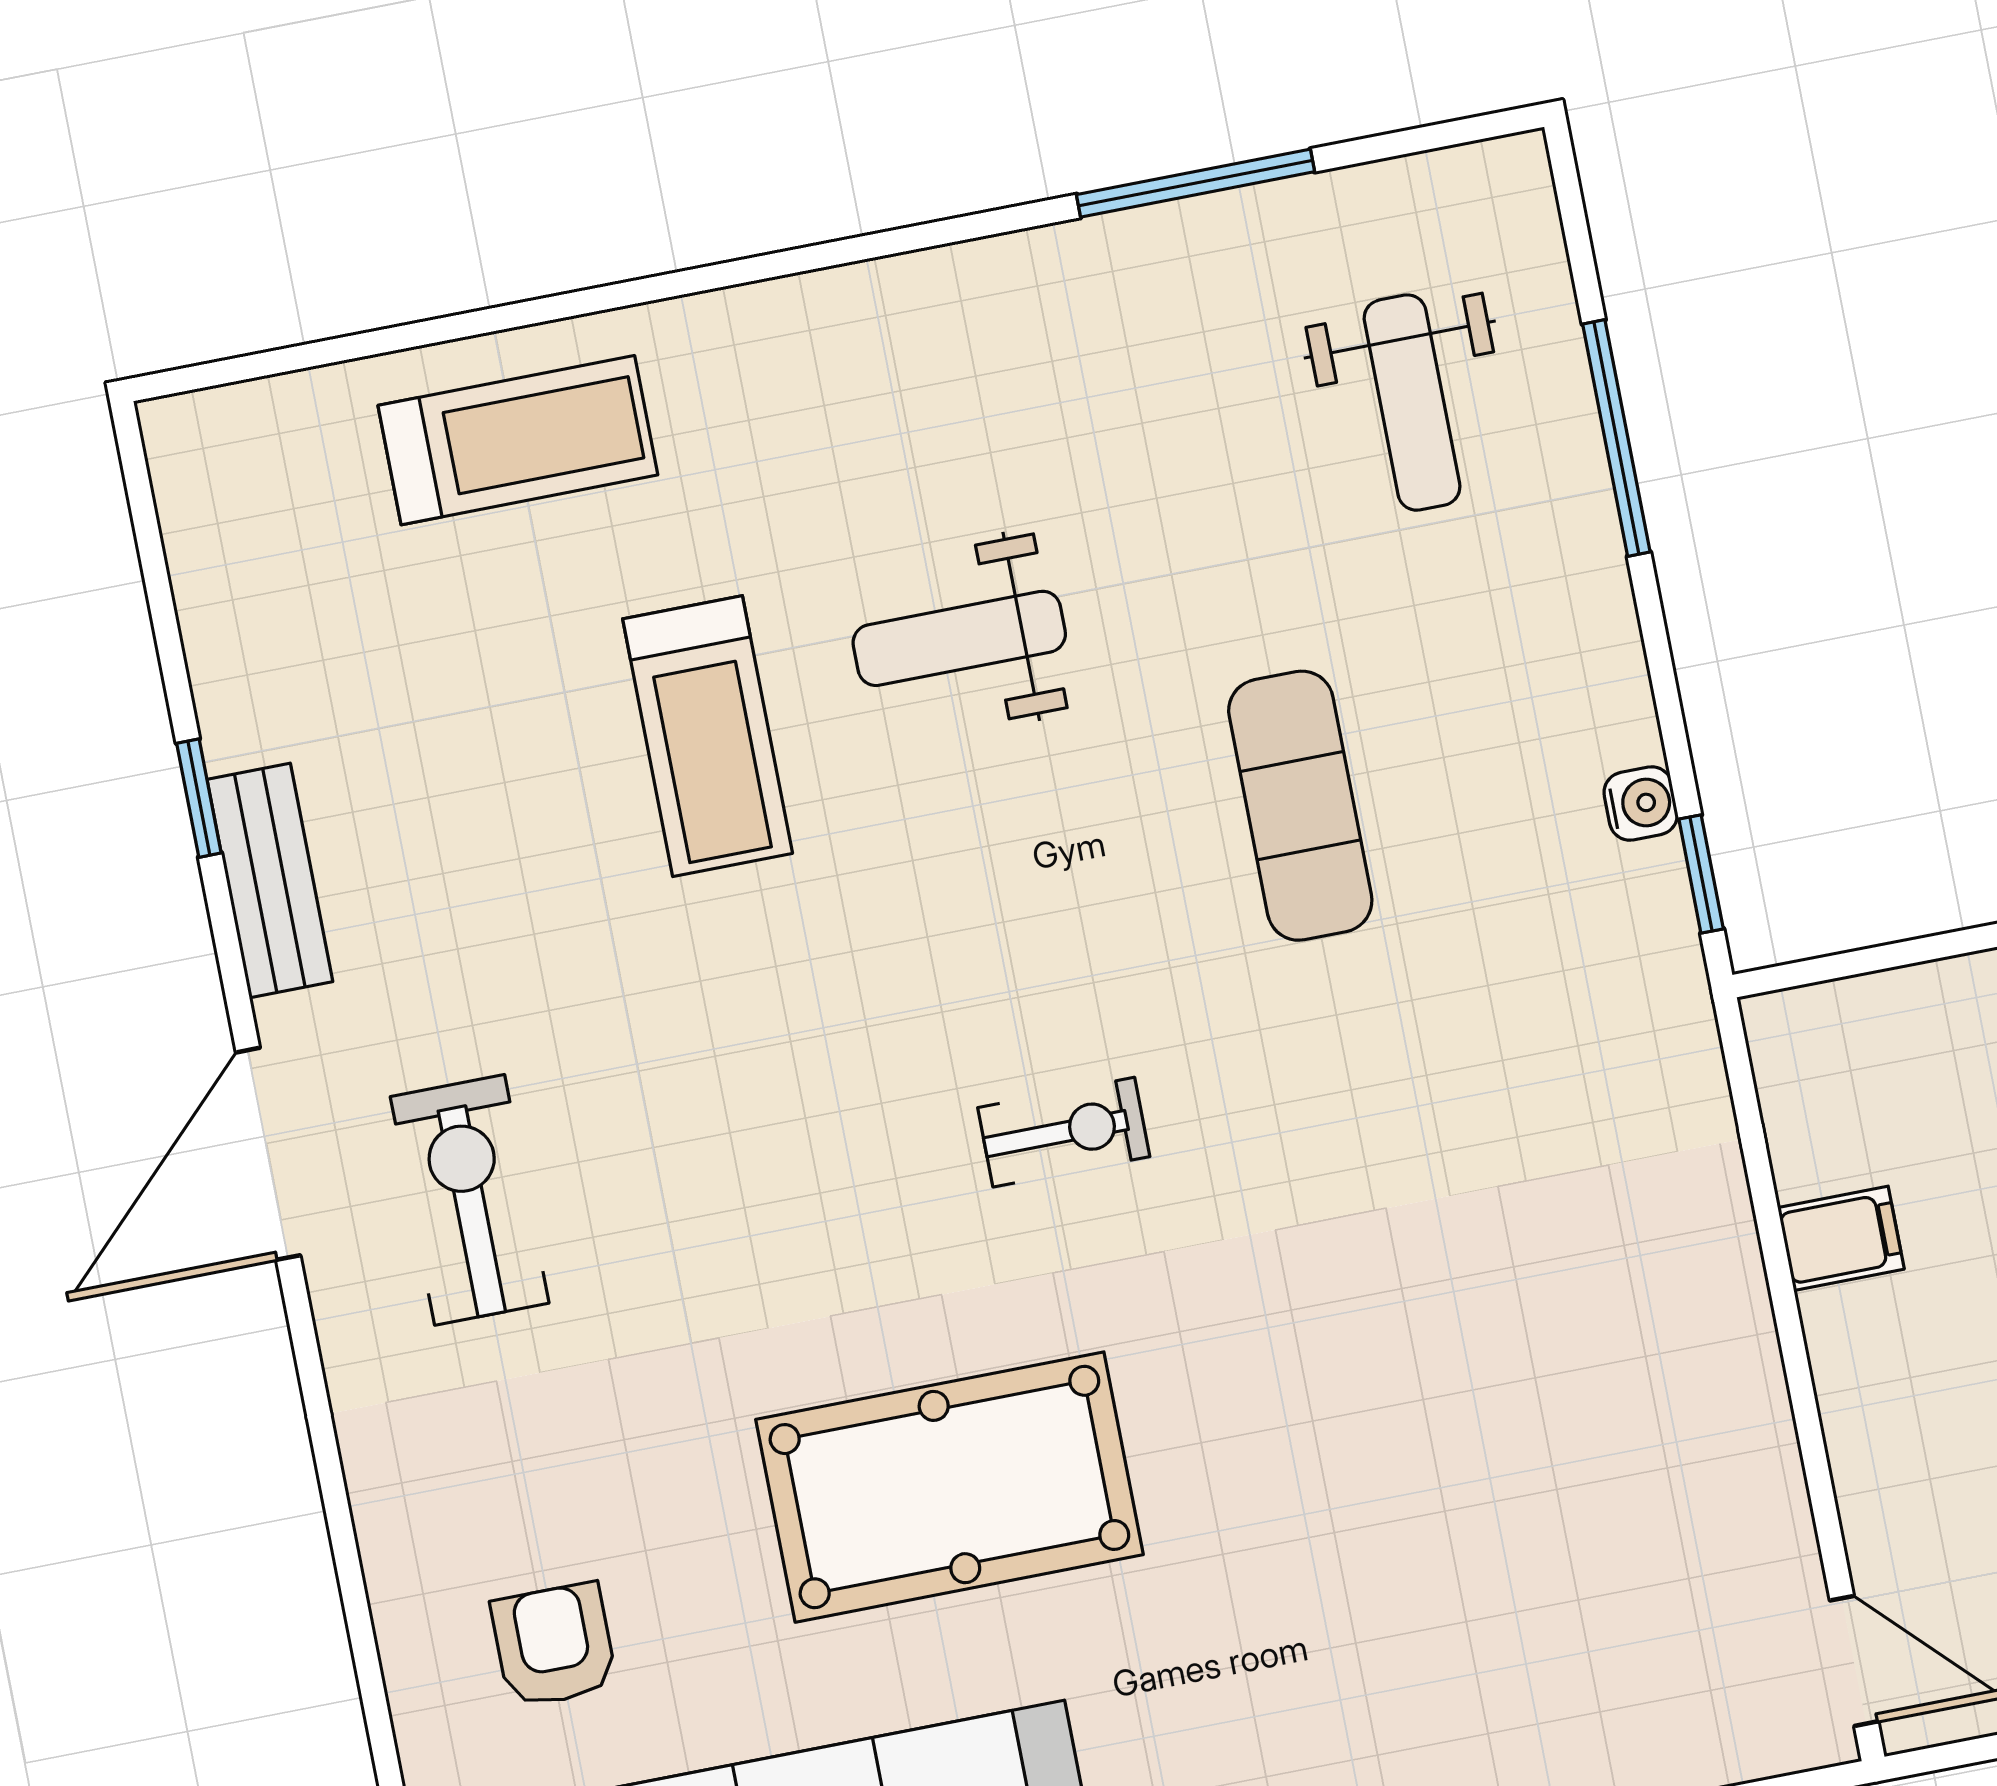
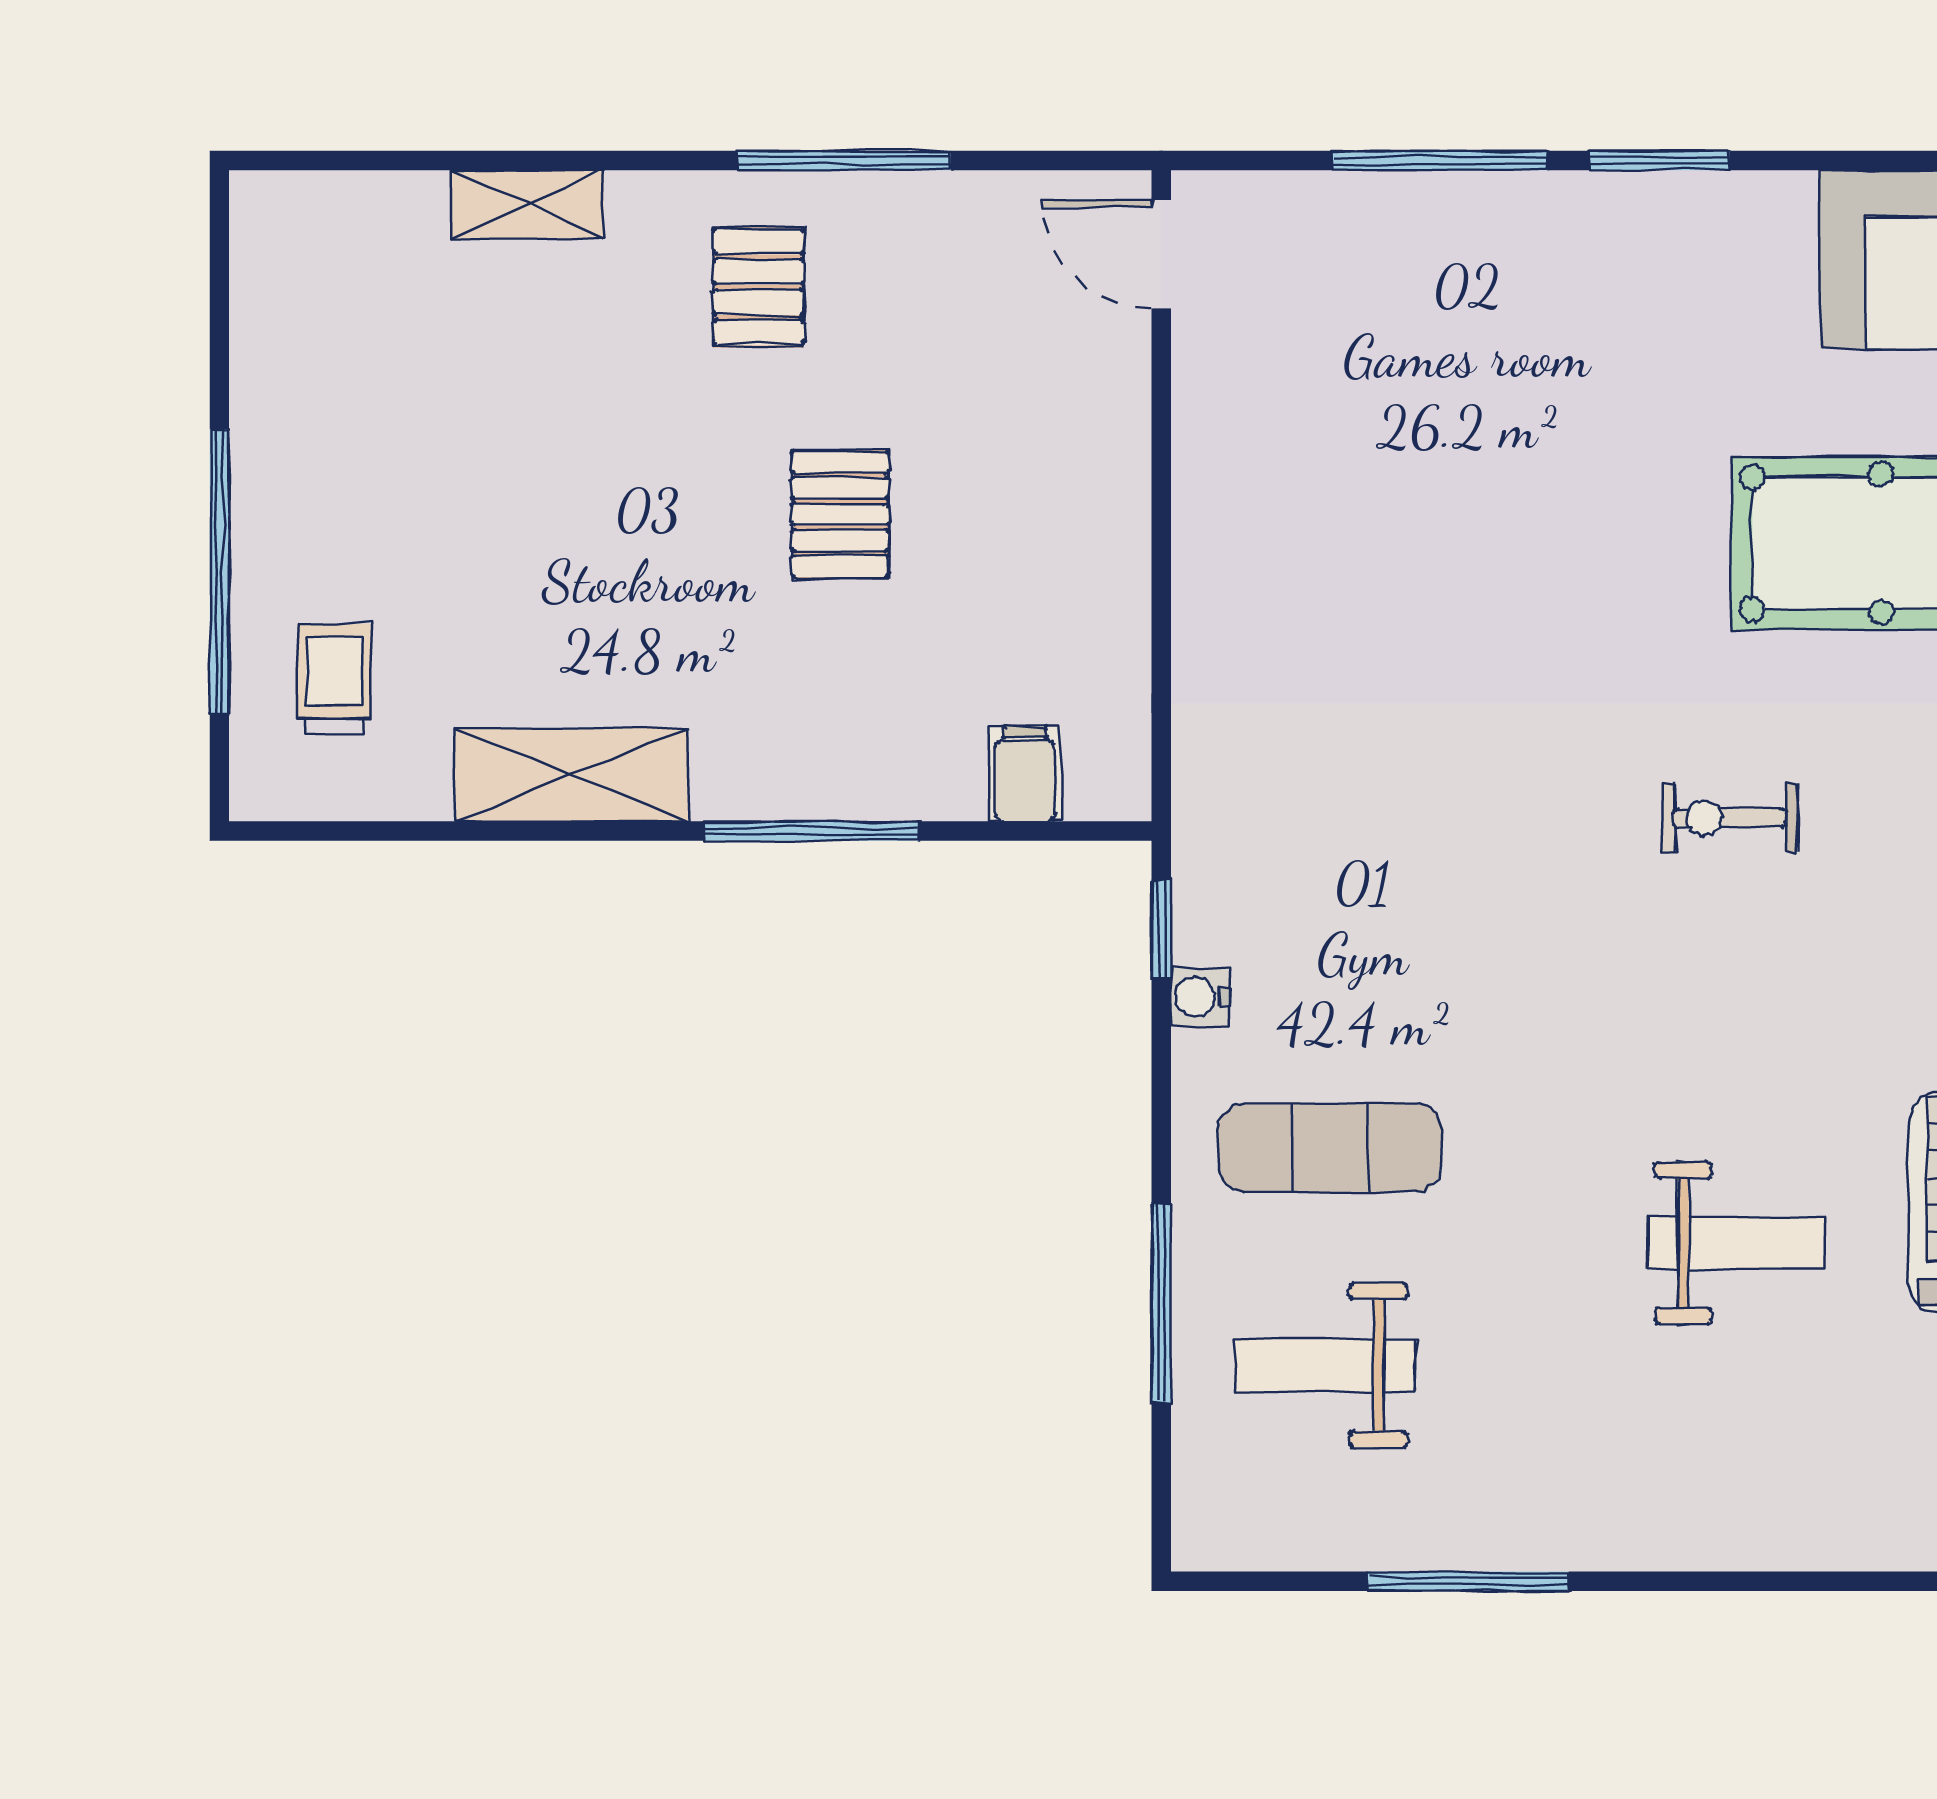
weight bench: (1412, 403) -> (1324, 1365), turned -90
exercise mat: (1300, 806) -> (1330, 1148), moved, turned 90
filing cabinet: (1841, 1238) -> (1025, 774), moved, turned 90

